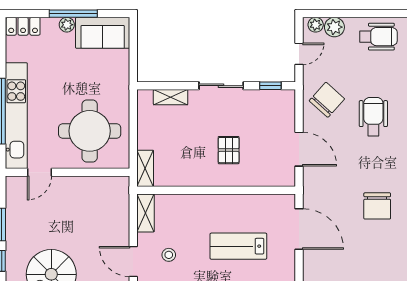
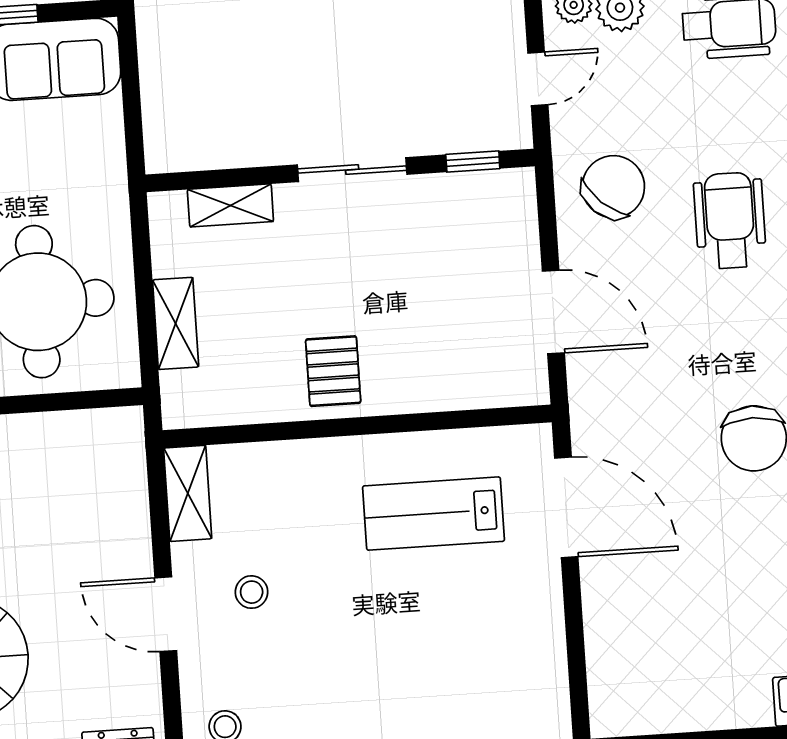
pallet: (229, 150) -> (333, 371), moved
shelving: (145, 168) -> (176, 323), moved
lab bench: (238, 246) -> (434, 514), moved

